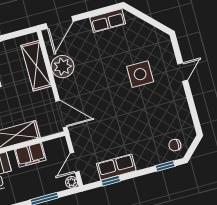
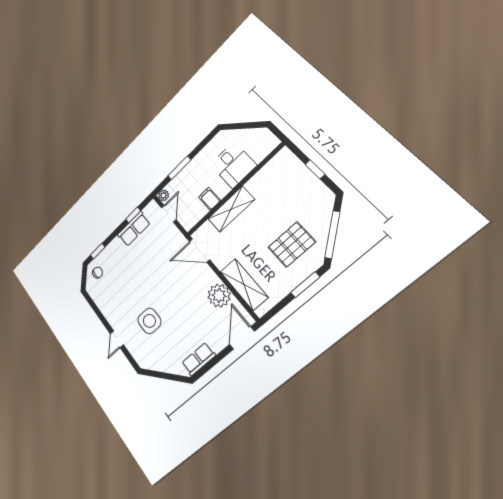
filing cabinet: (30, 155) -> (210, 199), width x0.50

